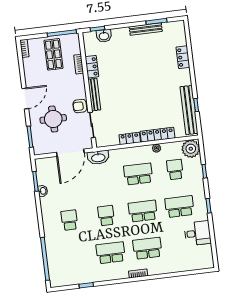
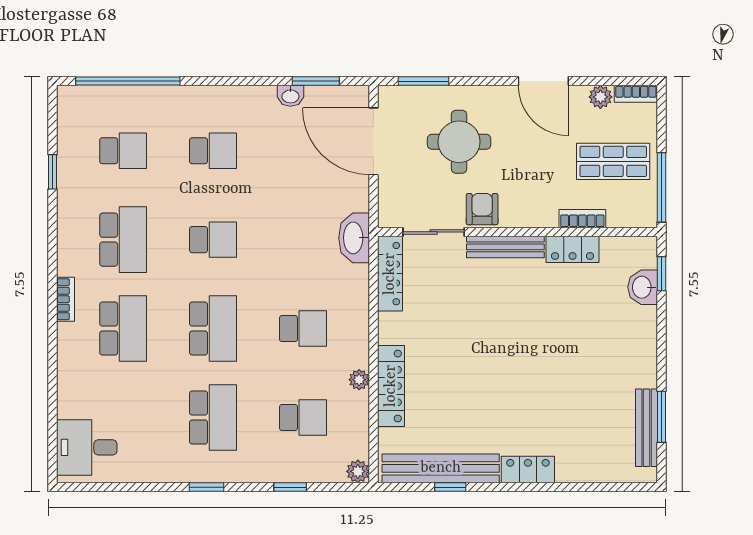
bench: (146, 29) -> (647, 428), moved
locker: (183, 57) -> (528, 470), moved
plant: (28, 63) -> (600, 97), added
door: (25, 98) -> (543, 81), moved
locker: (130, 139) -> (390, 274), moved, width x1.53
plant: (191, 149) -> (358, 471), width x0.53, depth x0.53
door: (70, 153) -> (373, 141), moved
school desk: (138, 174) -> (303, 329), width x0.54
desk: (198, 233) -> (87, 447), moved, turned 90
school desk: (74, 257) -> (123, 151), added

